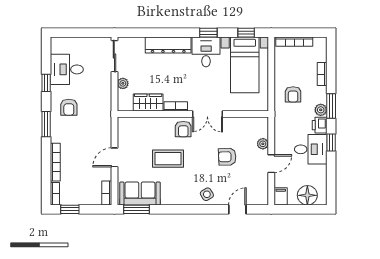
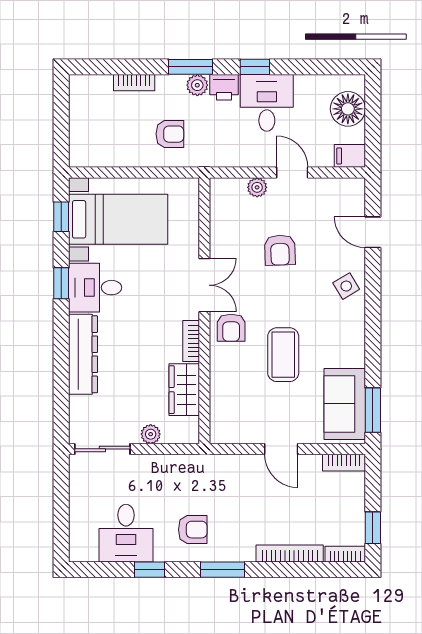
bookcase: (294, 42) -> (77, 132), removed
armchair: (183, 129) -> (231, 328), turned 90

